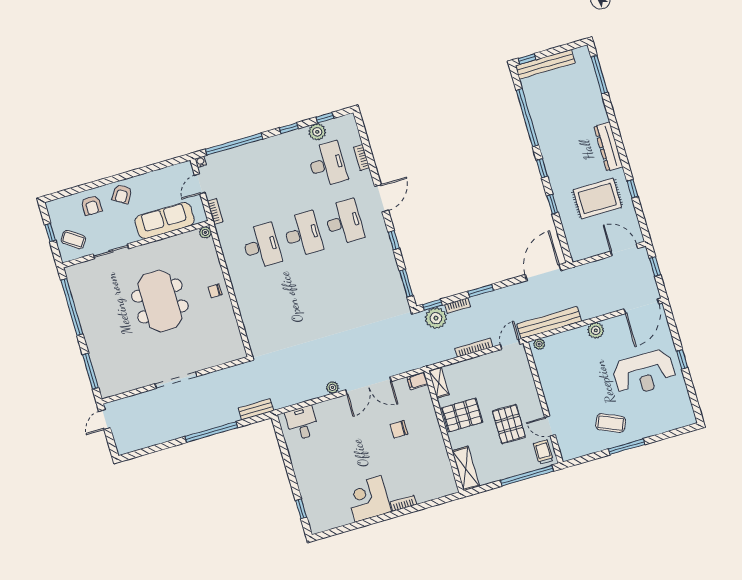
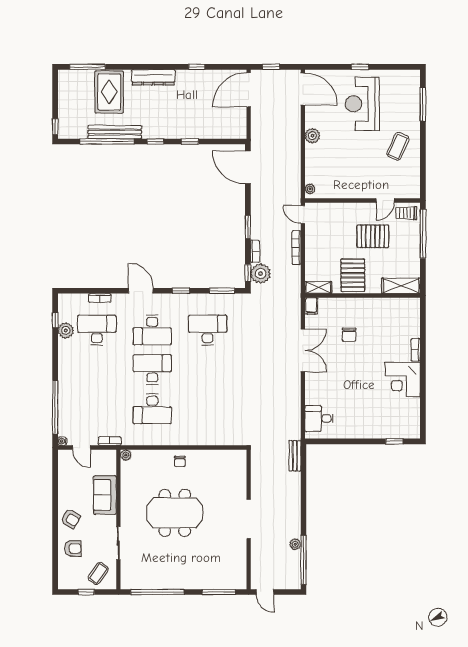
bench: (545, 64) -> (115, 132), moved, turned 90
window: (289, 128) -> (55, 355), removed
rug: (597, 199) -> (109, 92), moved
sofa: (165, 221) -> (105, 495), width x0.73
desk: (344, 222) -> (152, 330), turned 180
desk: (262, 246) -> (152, 409), turned 180
door: (624, 250) -> (249, 90), width x1.36
desk: (361, 280) -> (208, 330), added
bench: (549, 323) -> (294, 175), removed
reception desk: (644, 373) -> (362, 104), turned 180
plant: (332, 387) -> (295, 544), moved
window: (211, 432) -> (304, 560), moved
window: (627, 447) -> (423, 104), moved

